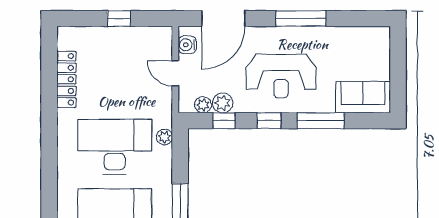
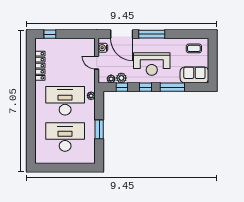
window: (119, 19) -> (50, 34), moved
door: (223, 19) -> (122, 34), hinge flipped
window: (301, 19) -> (152, 34), moved
coffee table: (362, 46) -> (194, 48), added

